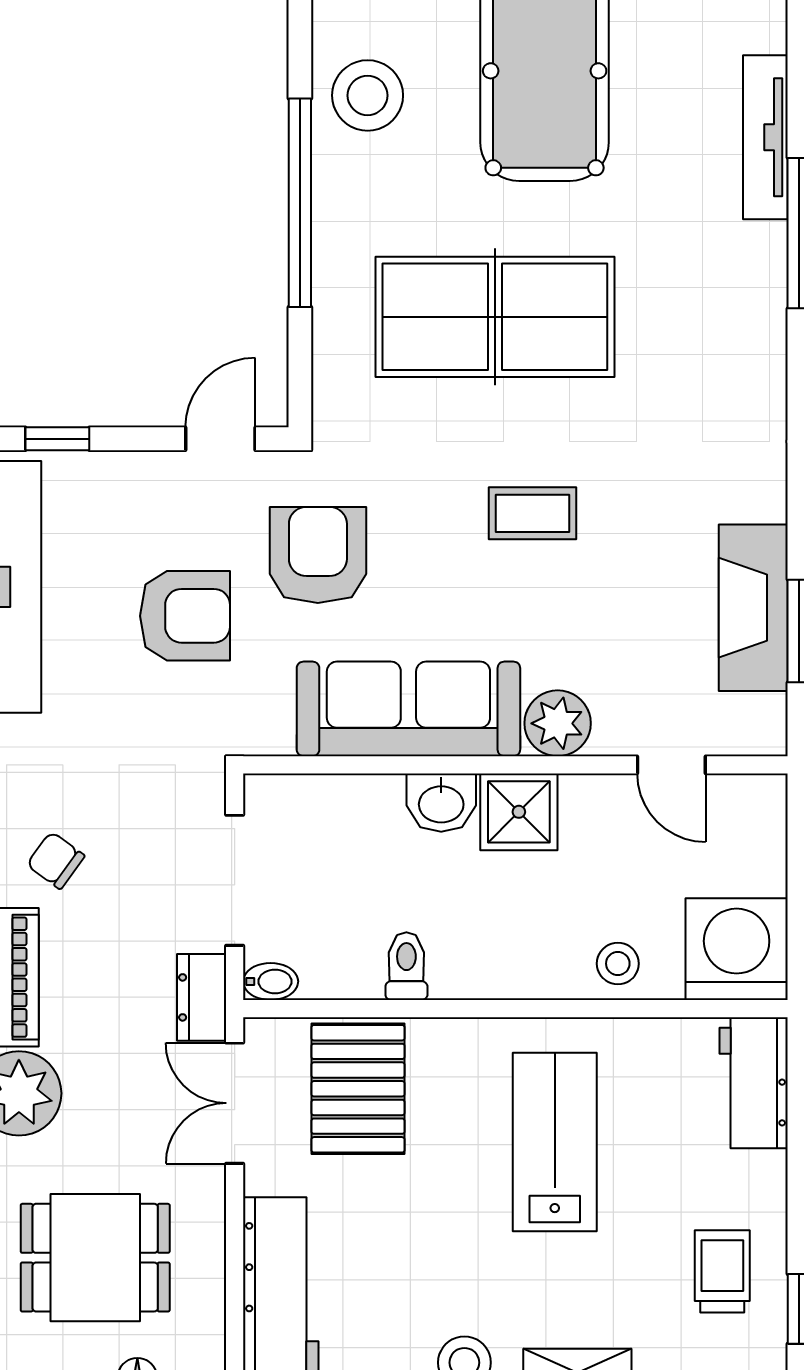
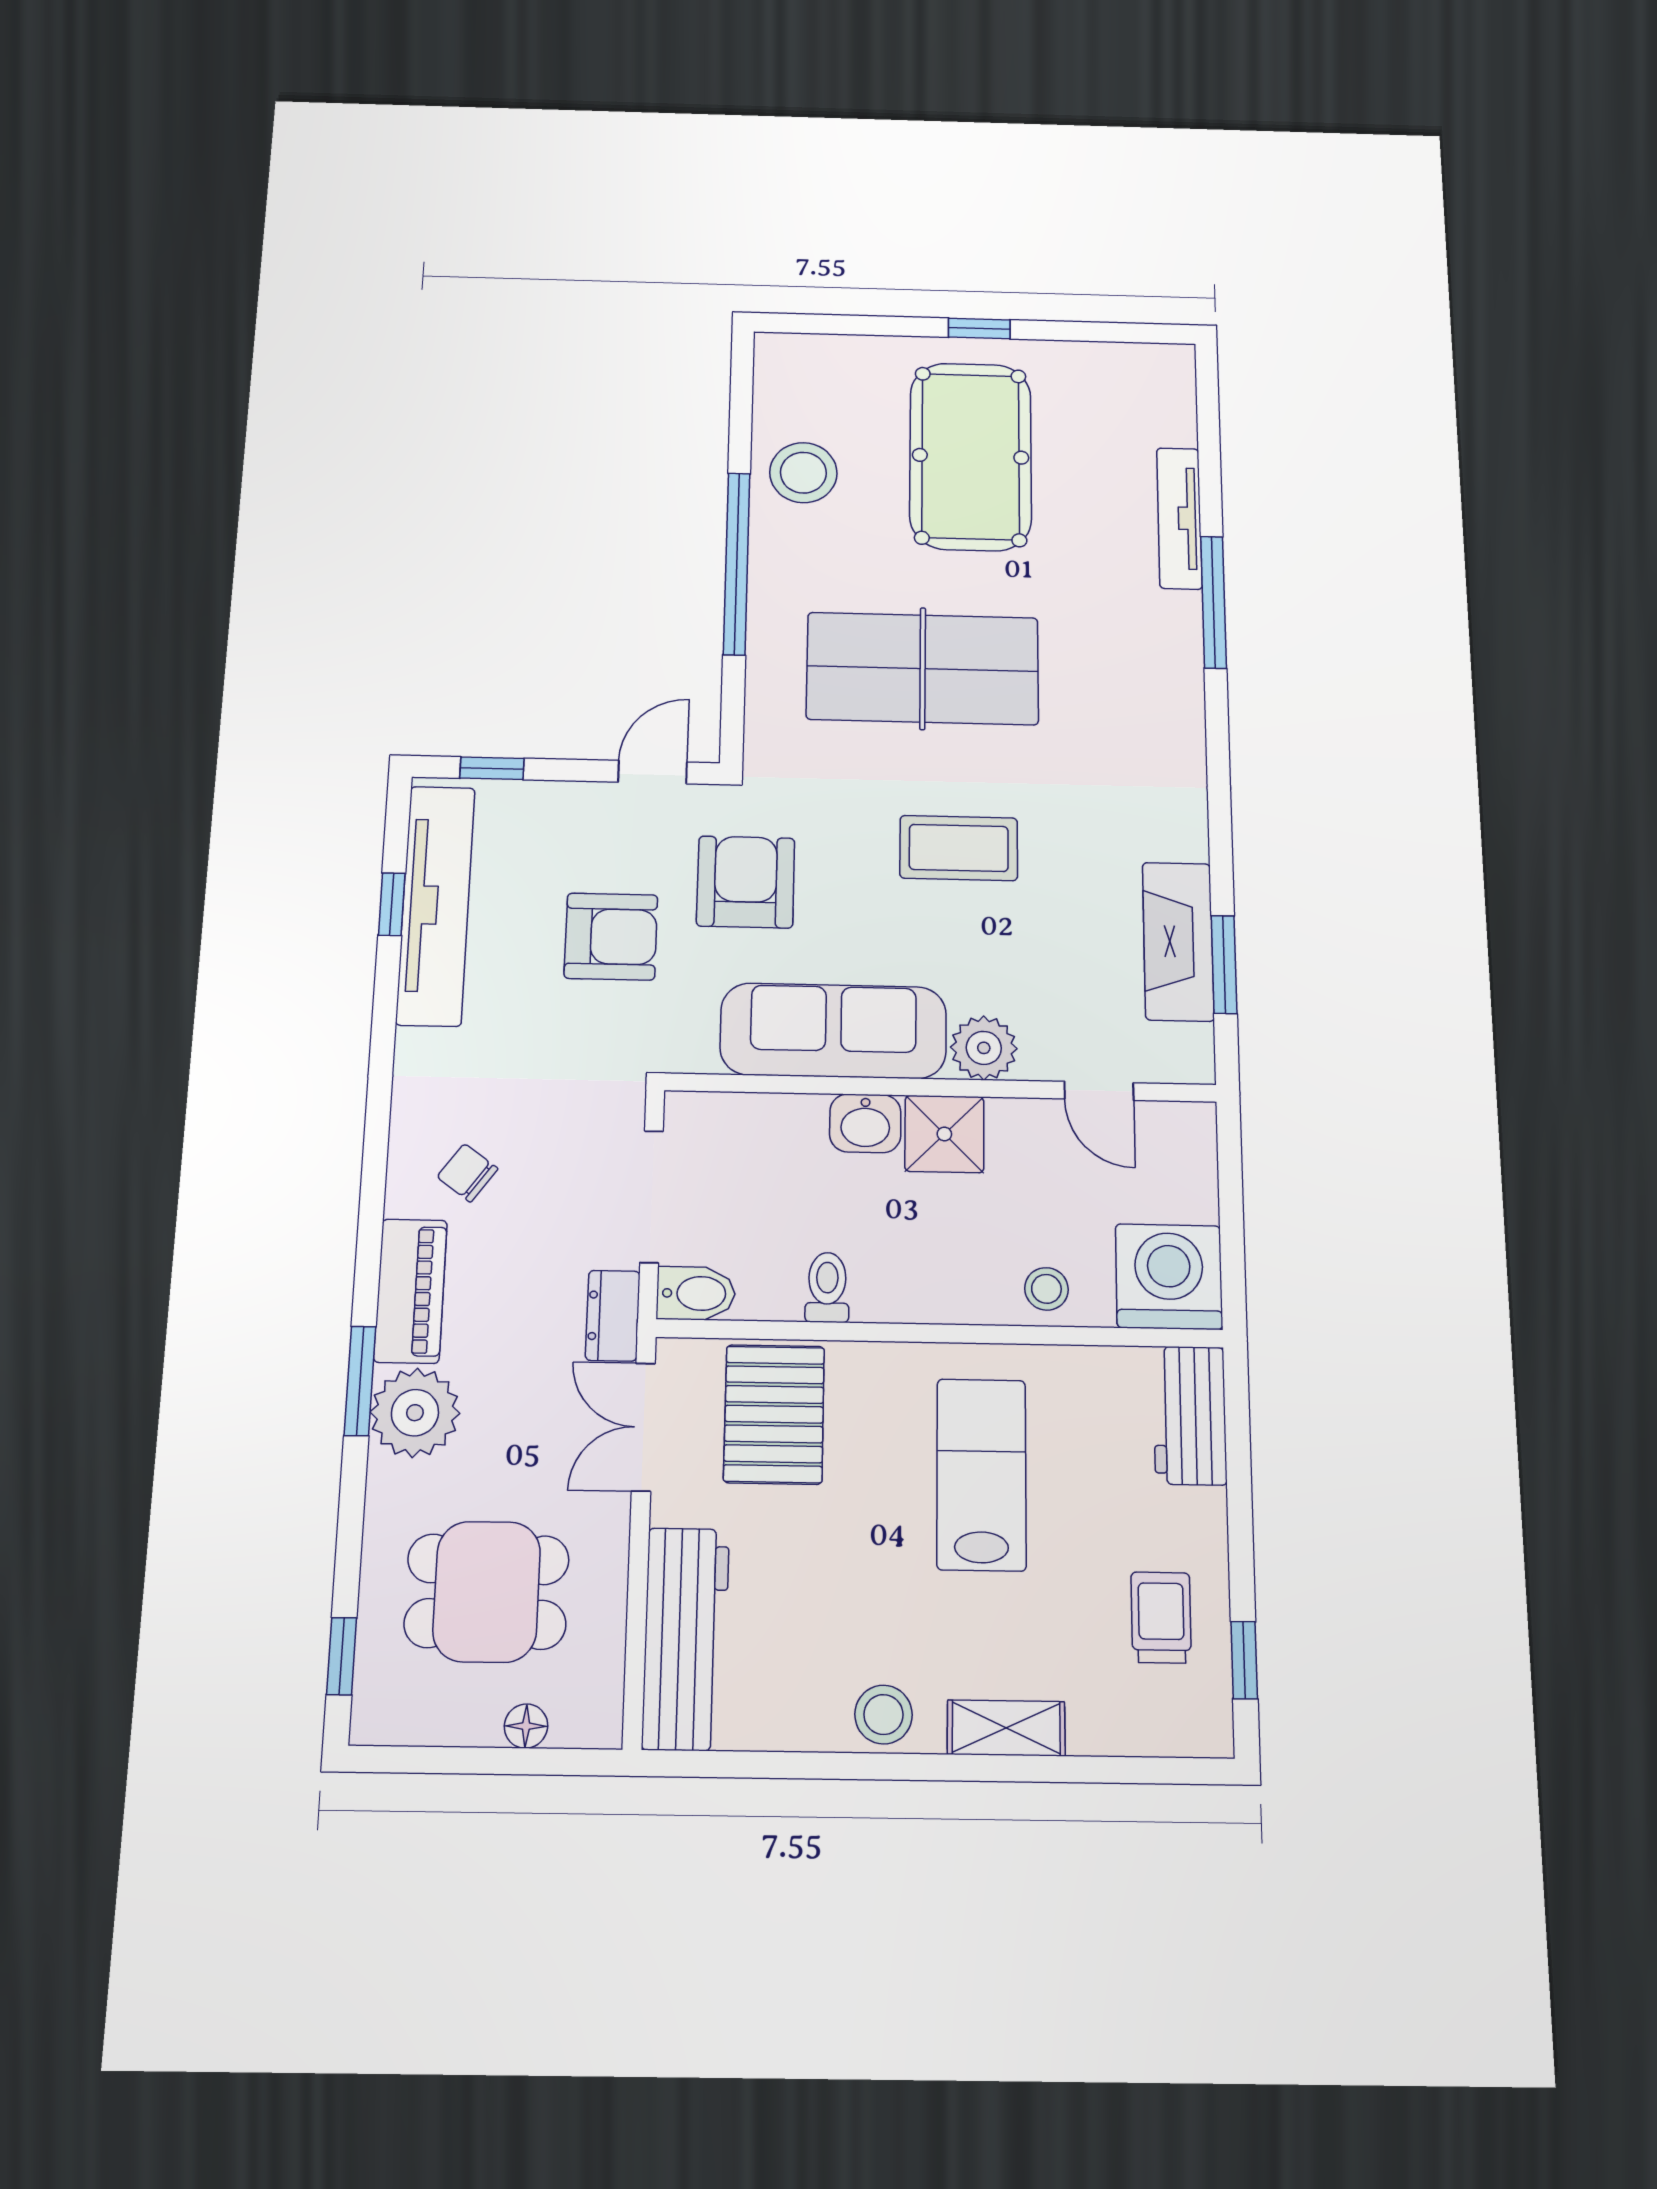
coffee table: (532, 513) -> (959, 848), width x1.36, depth x1.30
bidet: (271, 981) -> (696, 1293), width x1.38, depth x1.36

